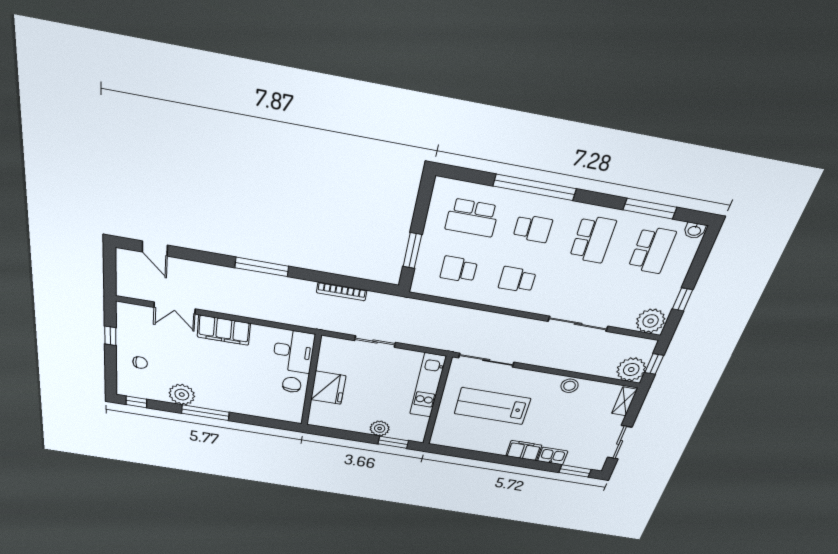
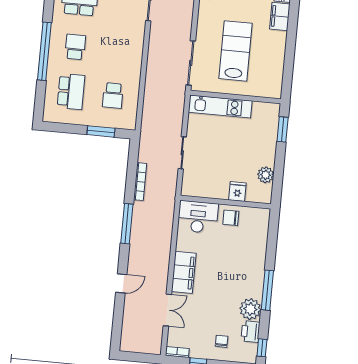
door: (155, 249) -> (121, 283), moved
window: (262, 267) -> (127, 224), moved
school desk: (517, 280) -> (117, 51), removed
bookcase: (122, 314) -> (177, 352), added
fridge: (328, 388) -> (237, 192), width x0.53, depth x0.75
printer: (155, 392) -> (251, 332), added
lab bench: (492, 406) -> (235, 51), turned 180
plant: (380, 428) -> (266, 175), moved

